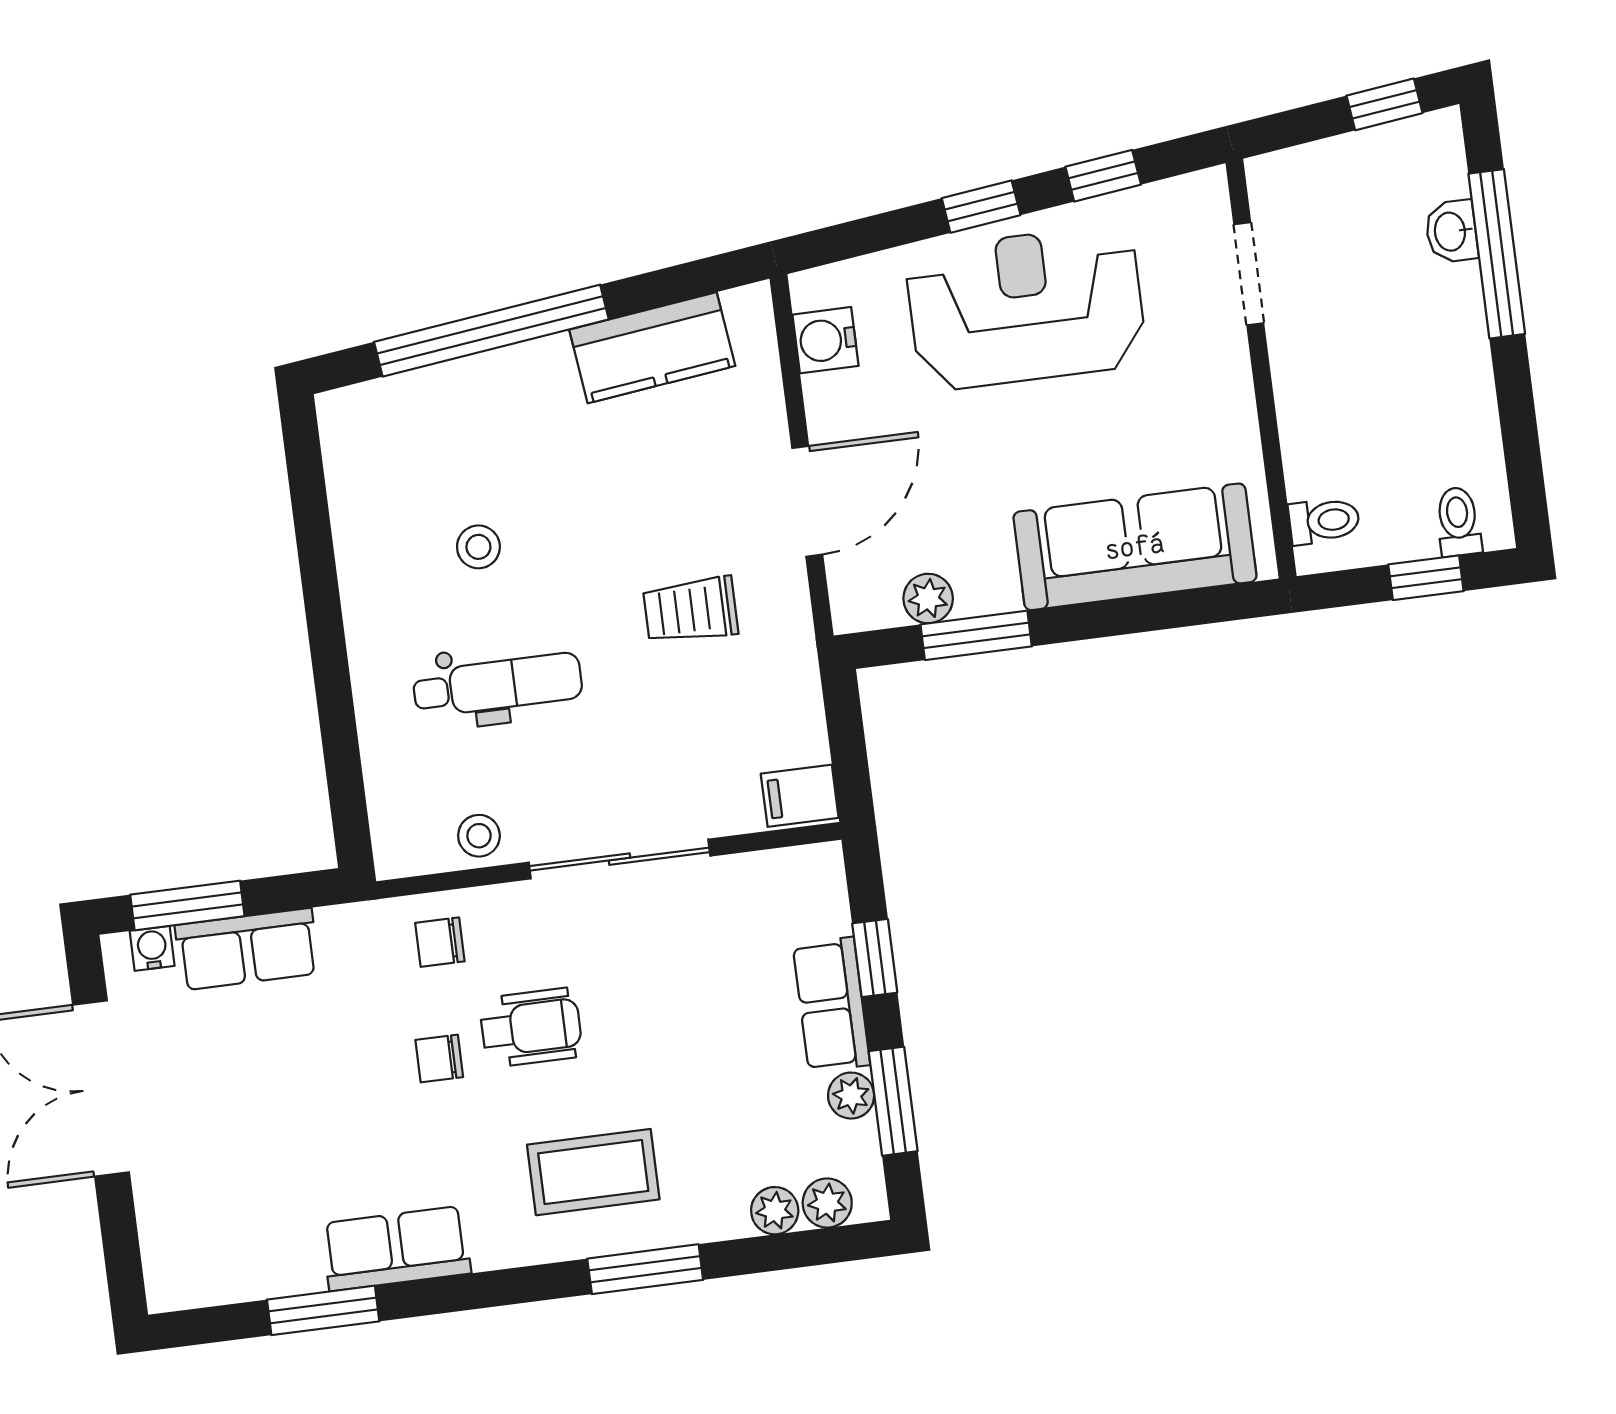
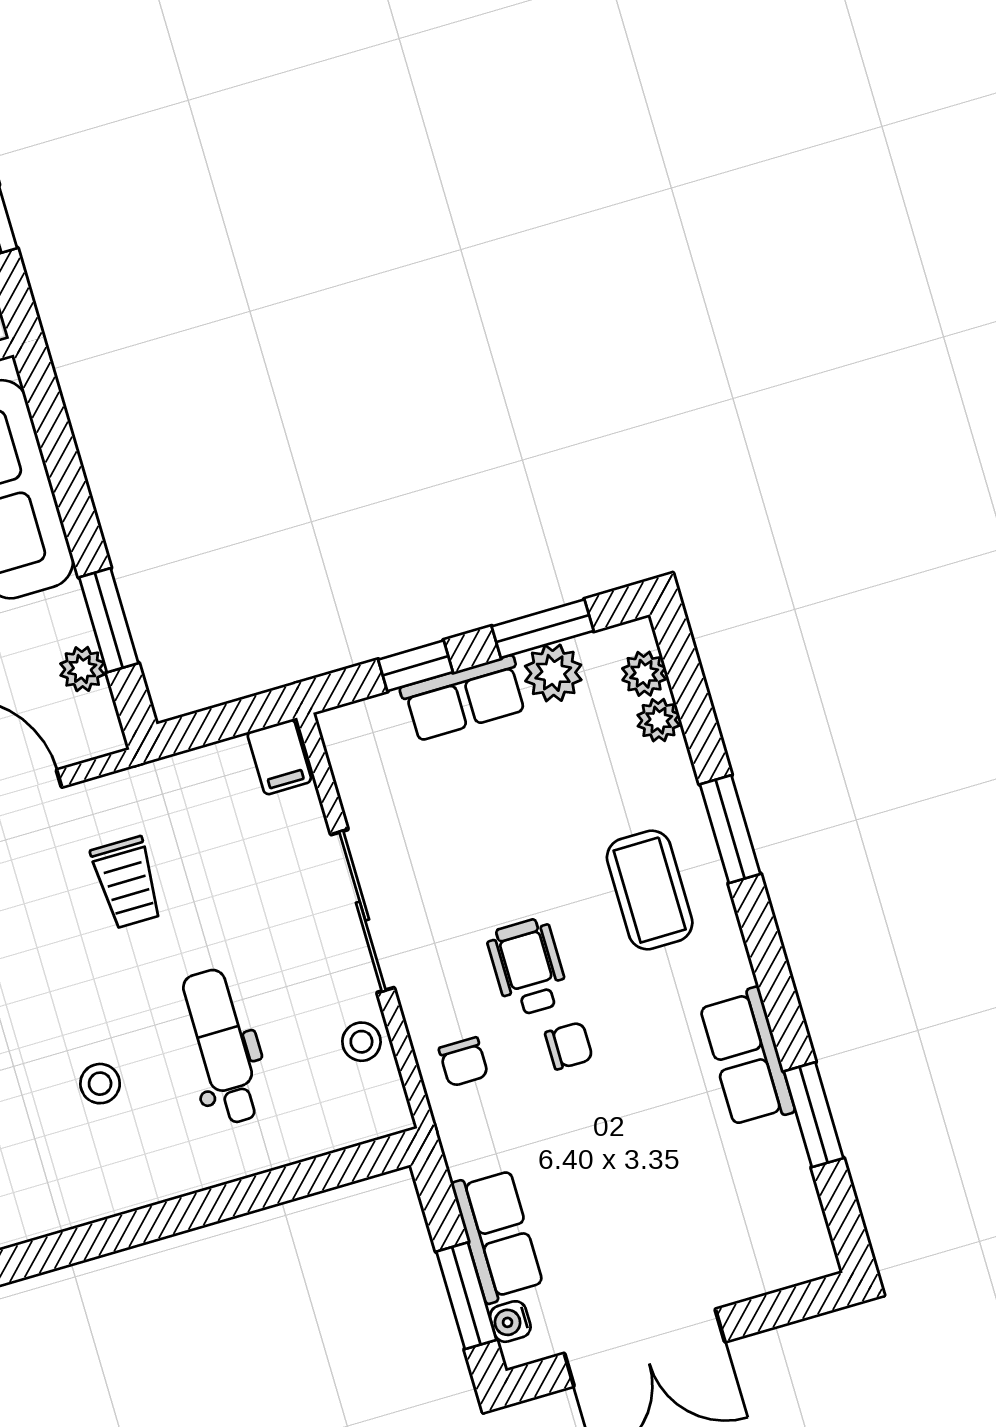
chair: (439, 1059) -> (569, 1046), turned -90
plant: (851, 1096) -> (553, 673), width x1.38, depth x1.38

